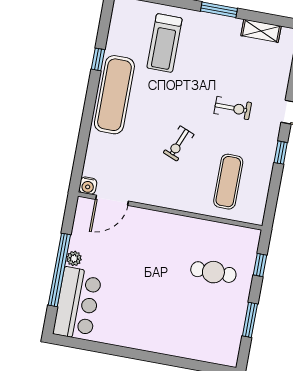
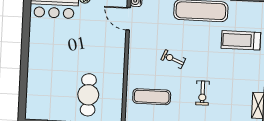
cafe table: (213, 272) -> (88, 95), width x1.37, depth x1.35

